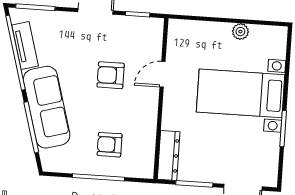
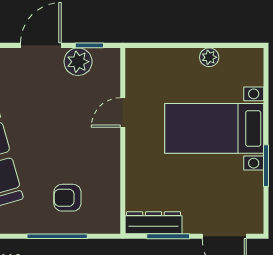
plant: (127, 28) -> (78, 62), added
armchair: (111, 75) -> (63, 118), removed
dresser: (169, 155) -> (154, 223), moved, turned -90

